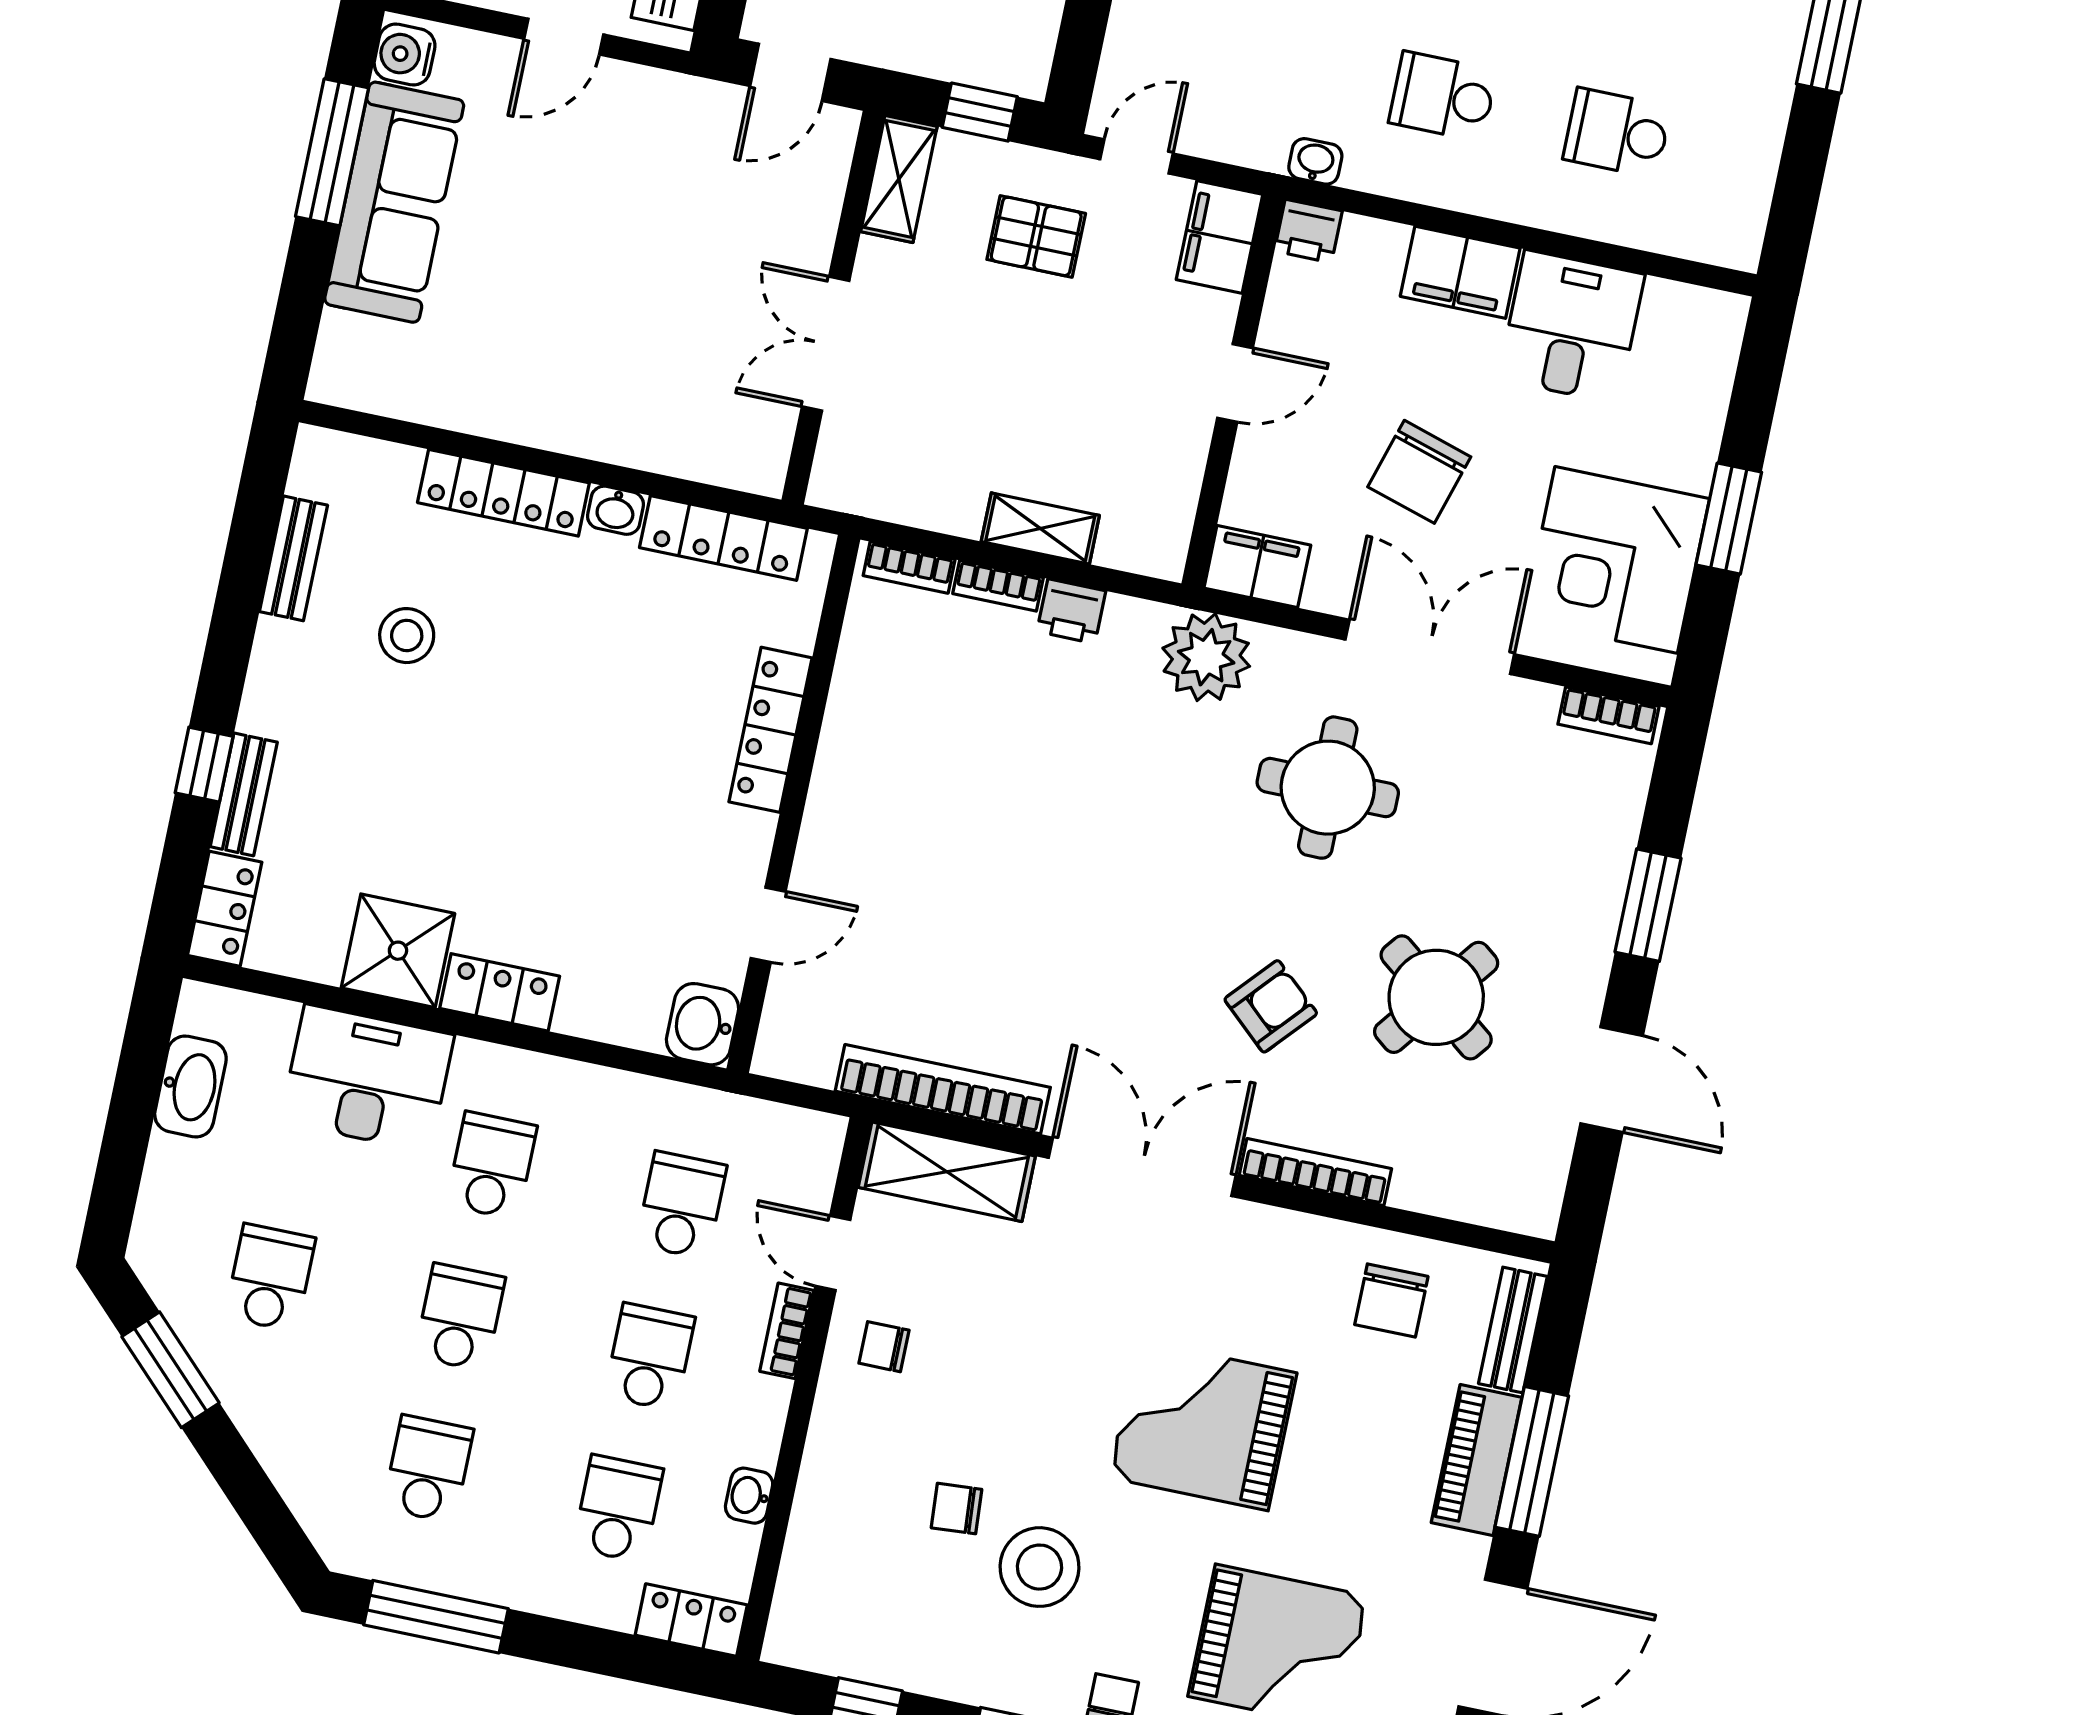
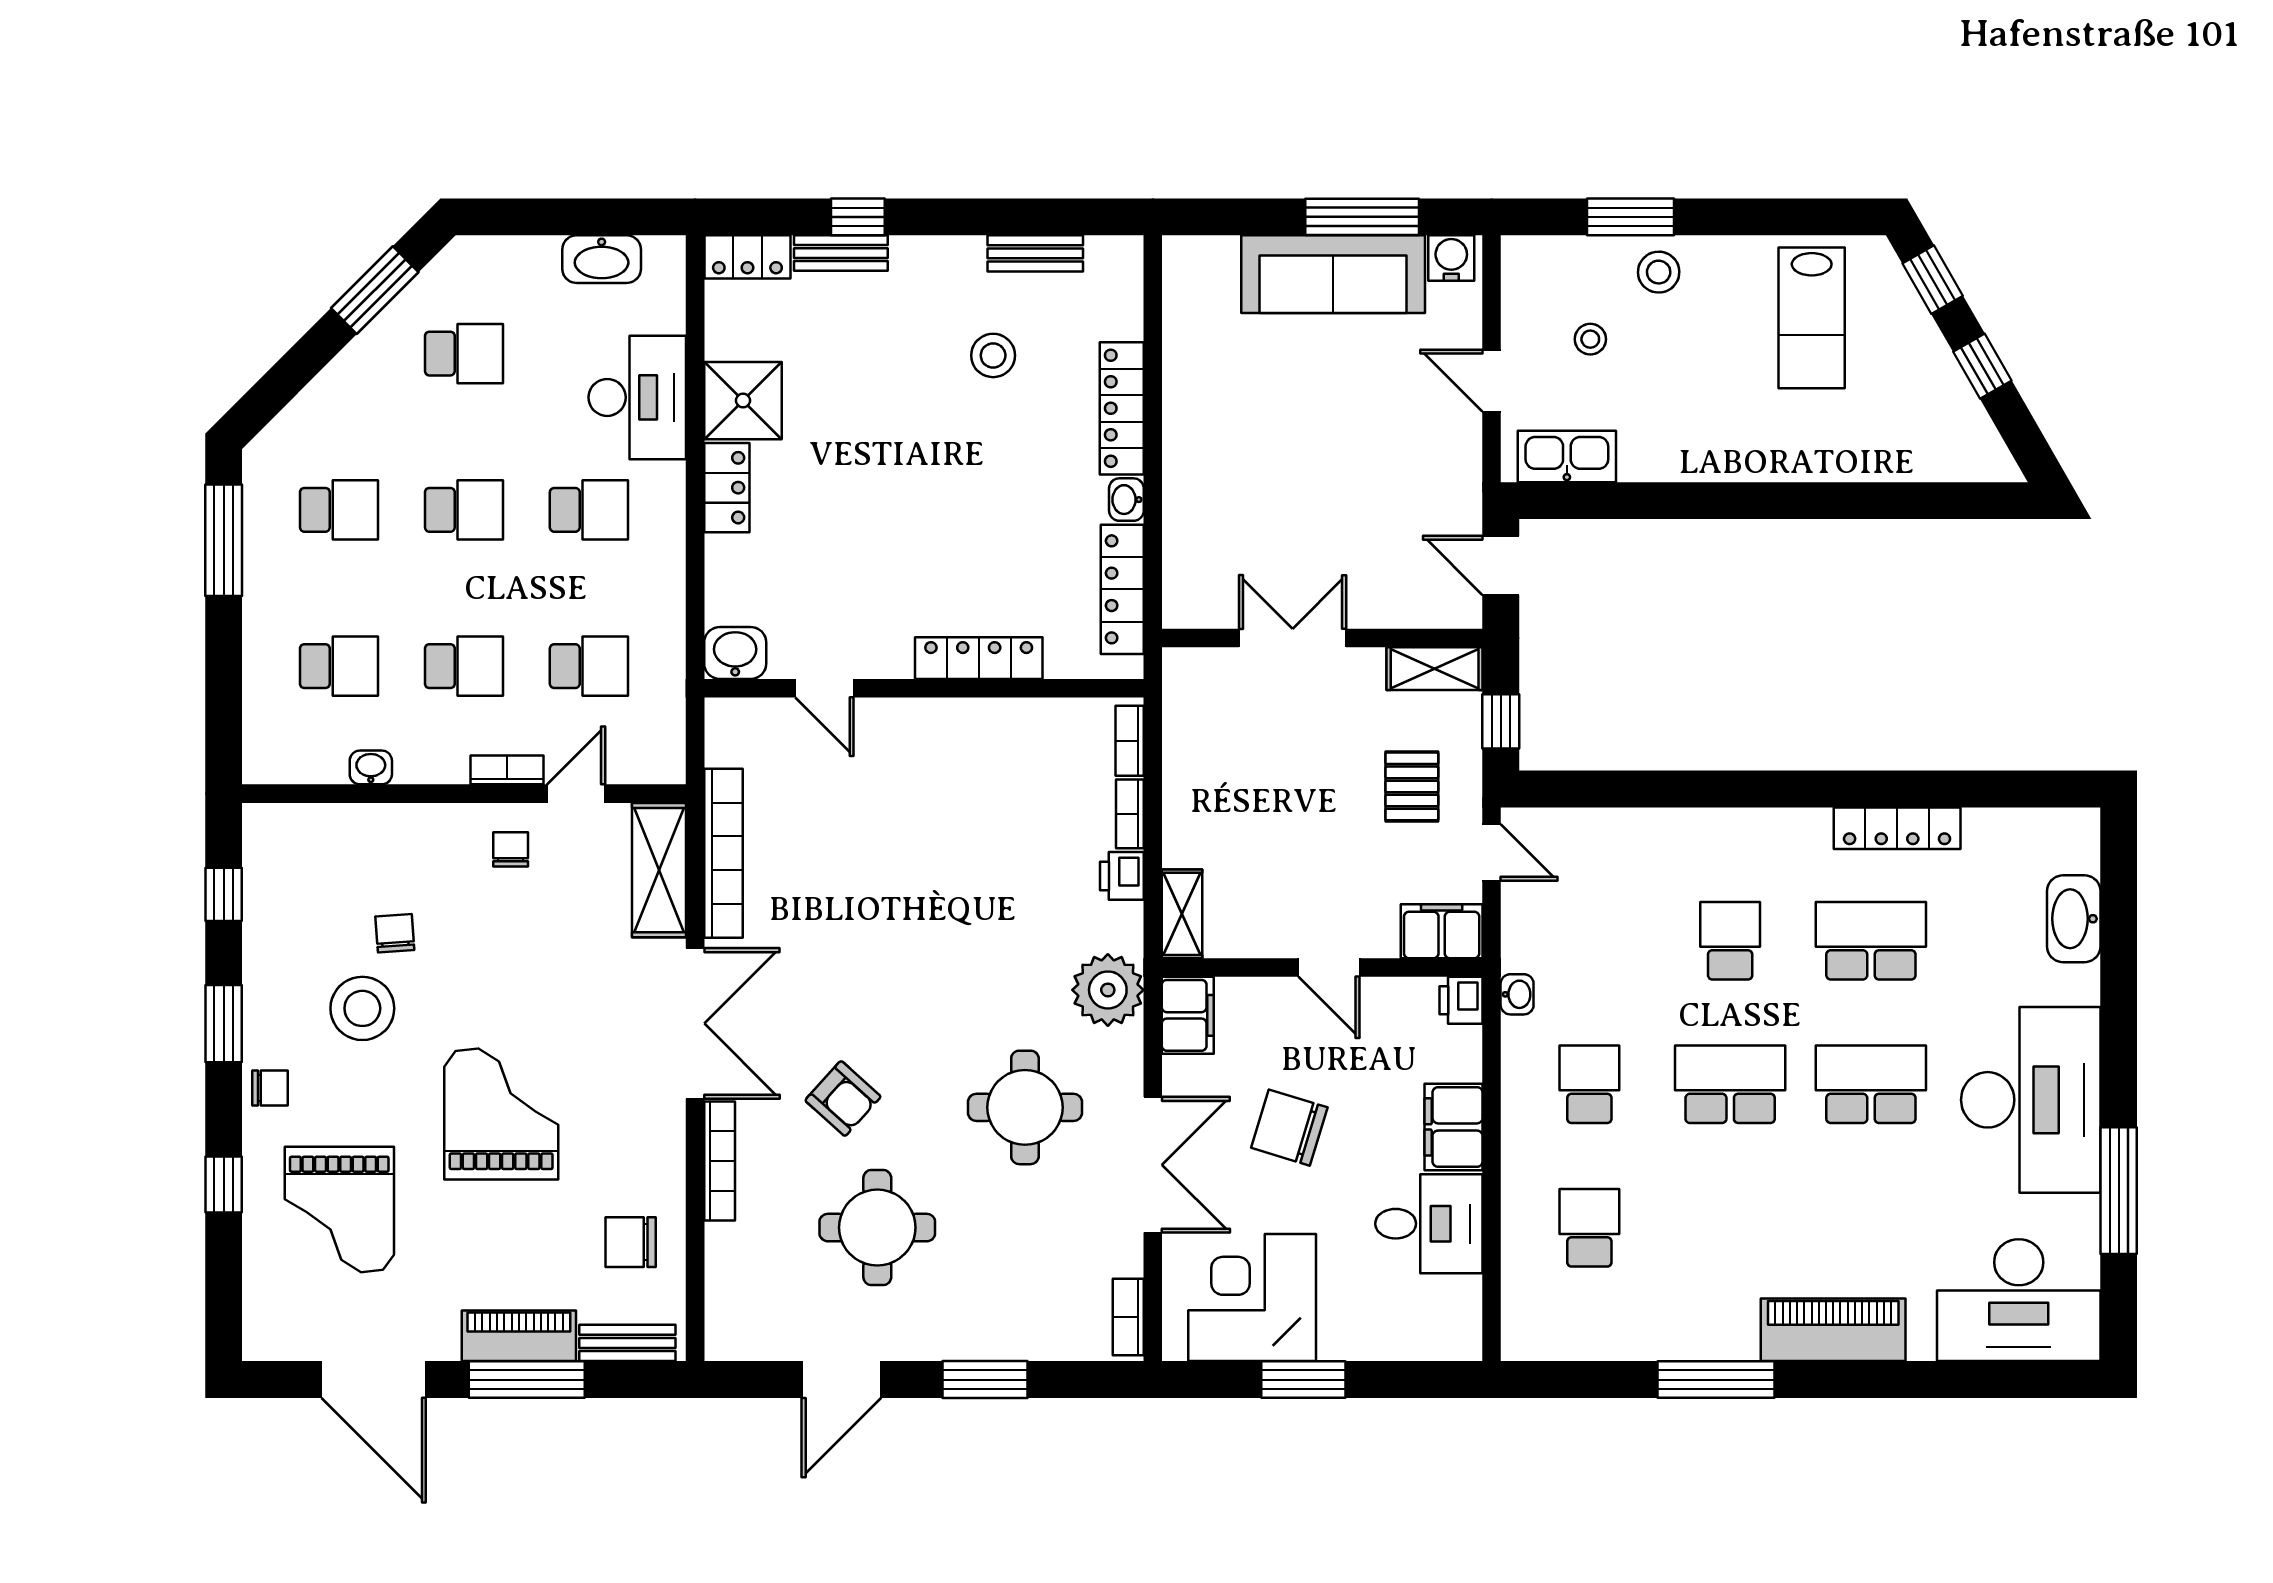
shelving: (1040, 528) -> (1182, 914), moved
round table: (1436, 997) -> (877, 1228), turned -38
locker: (691, 1620) -> (263, 742), removed

